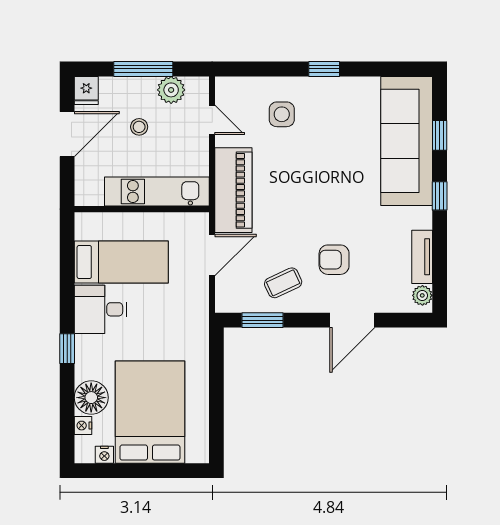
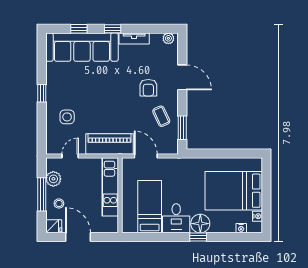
stool: (139, 127) -> (59, 203), moved
tv unit: (422, 257) -> (134, 38), moved
floor lamp: (91, 398) -> (200, 224), moved

